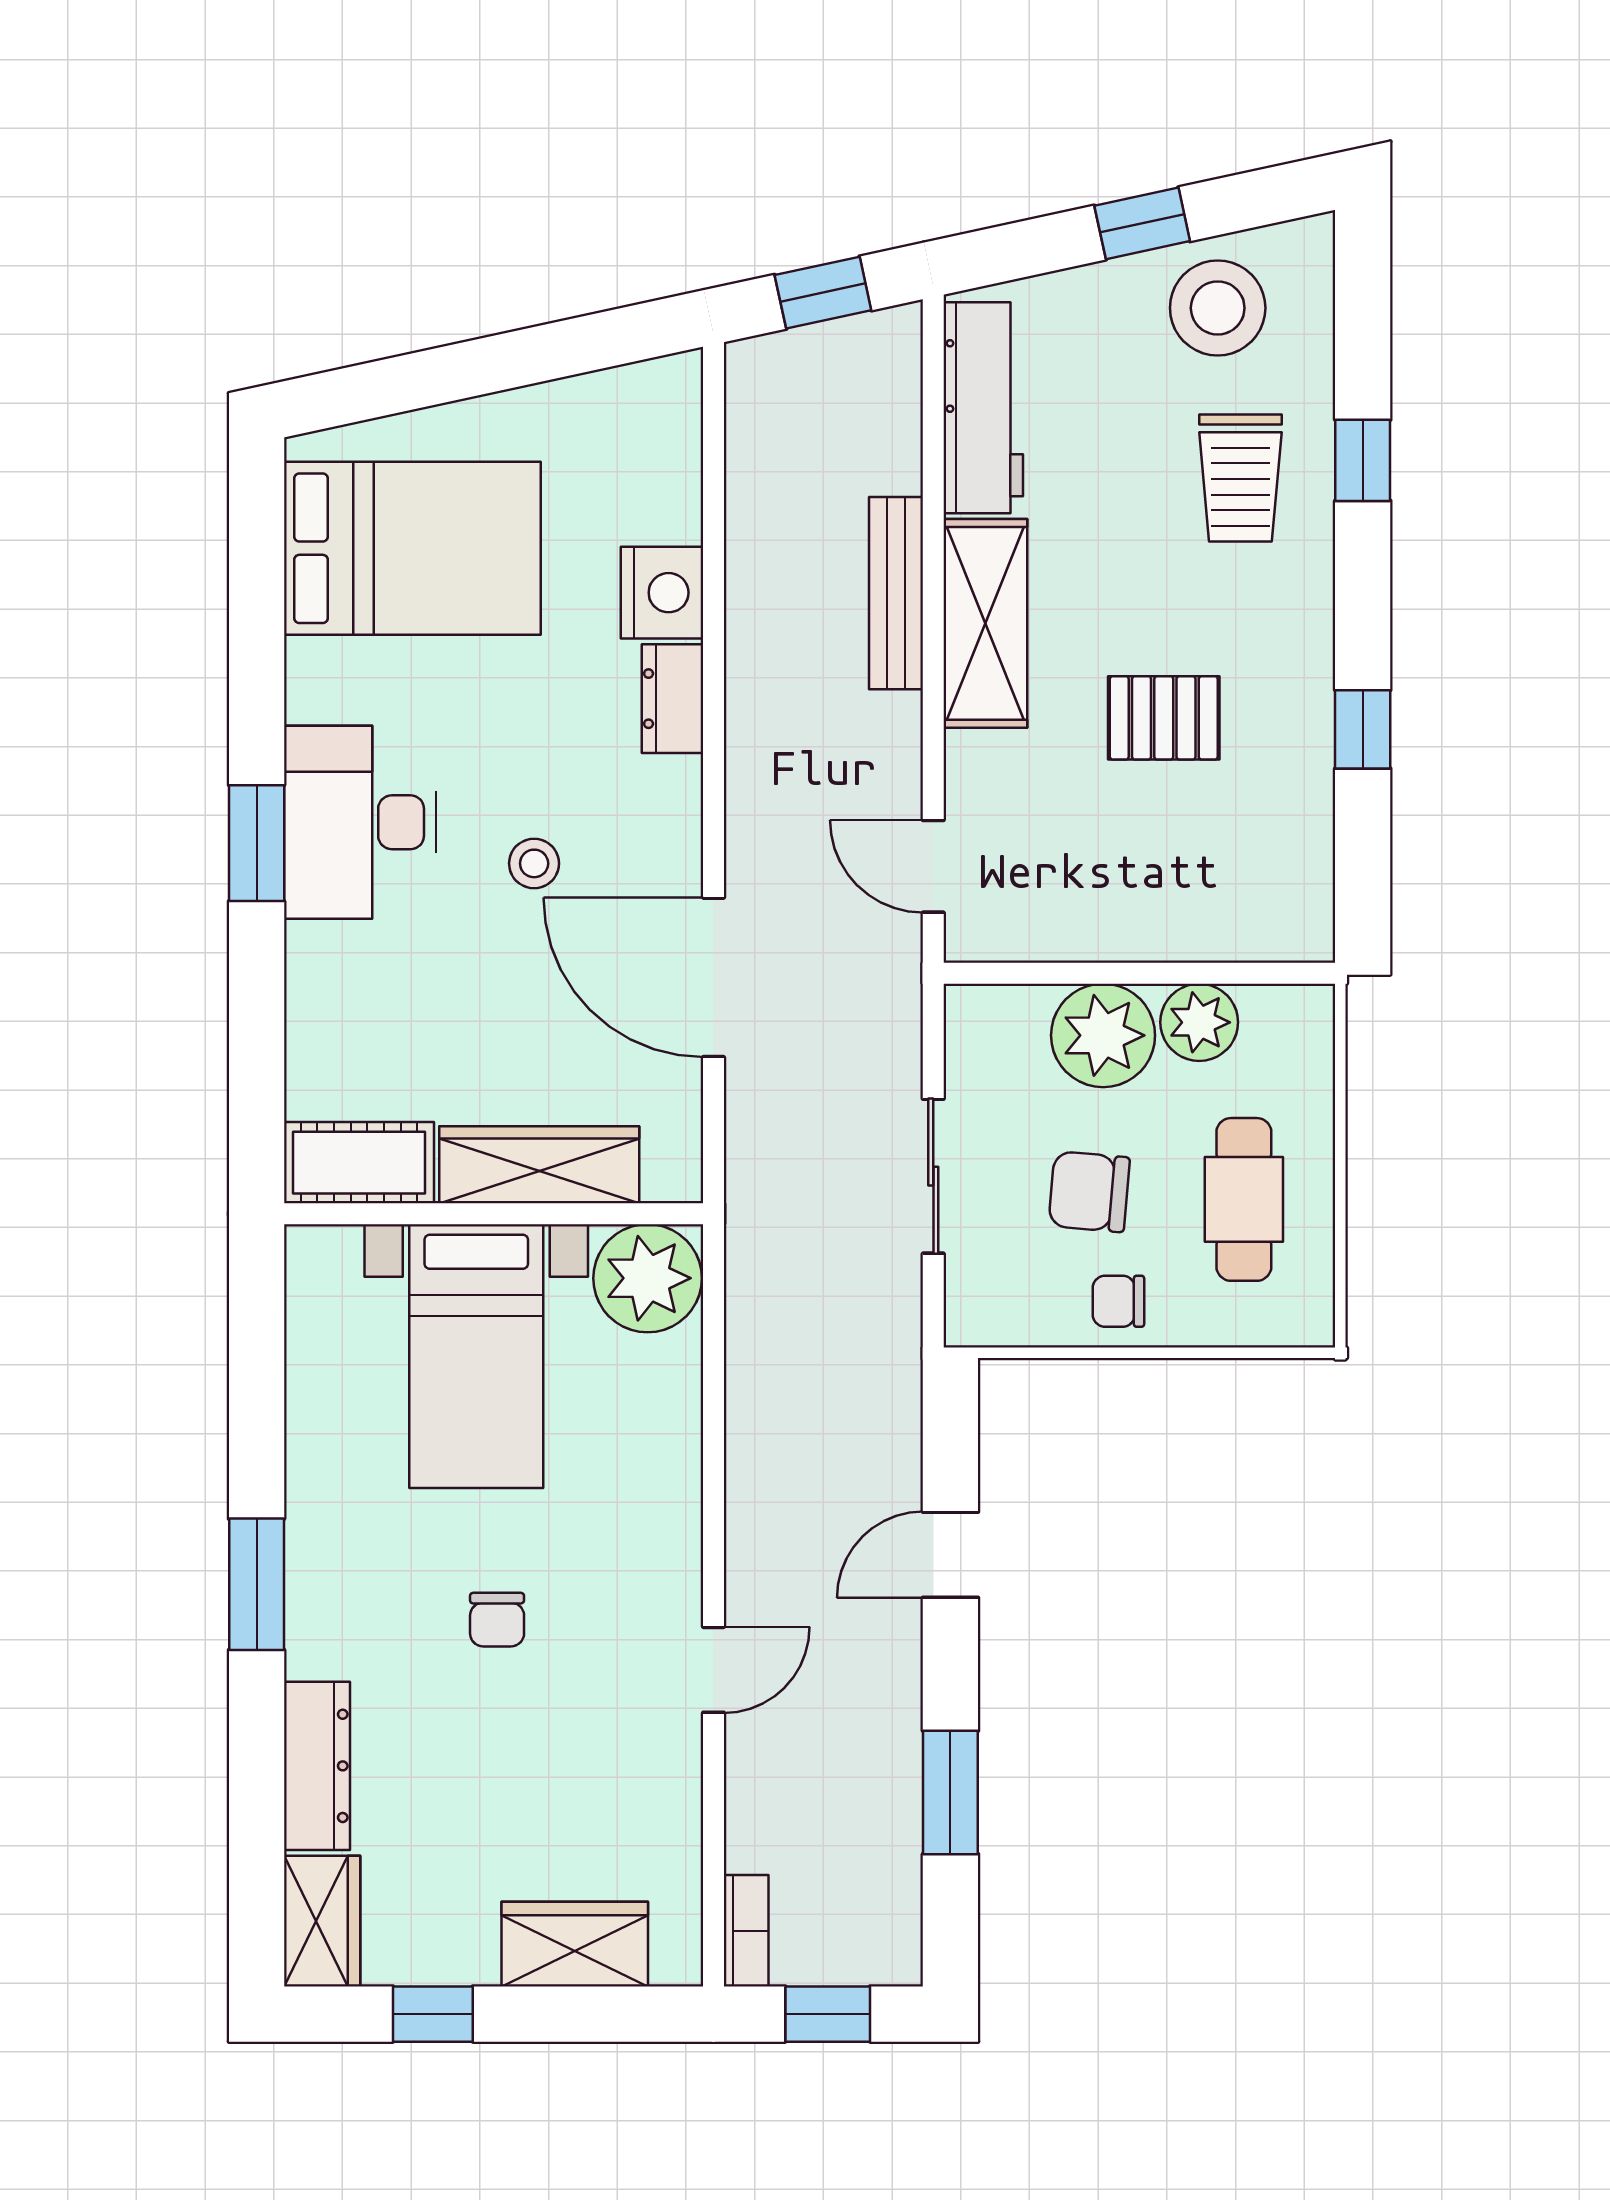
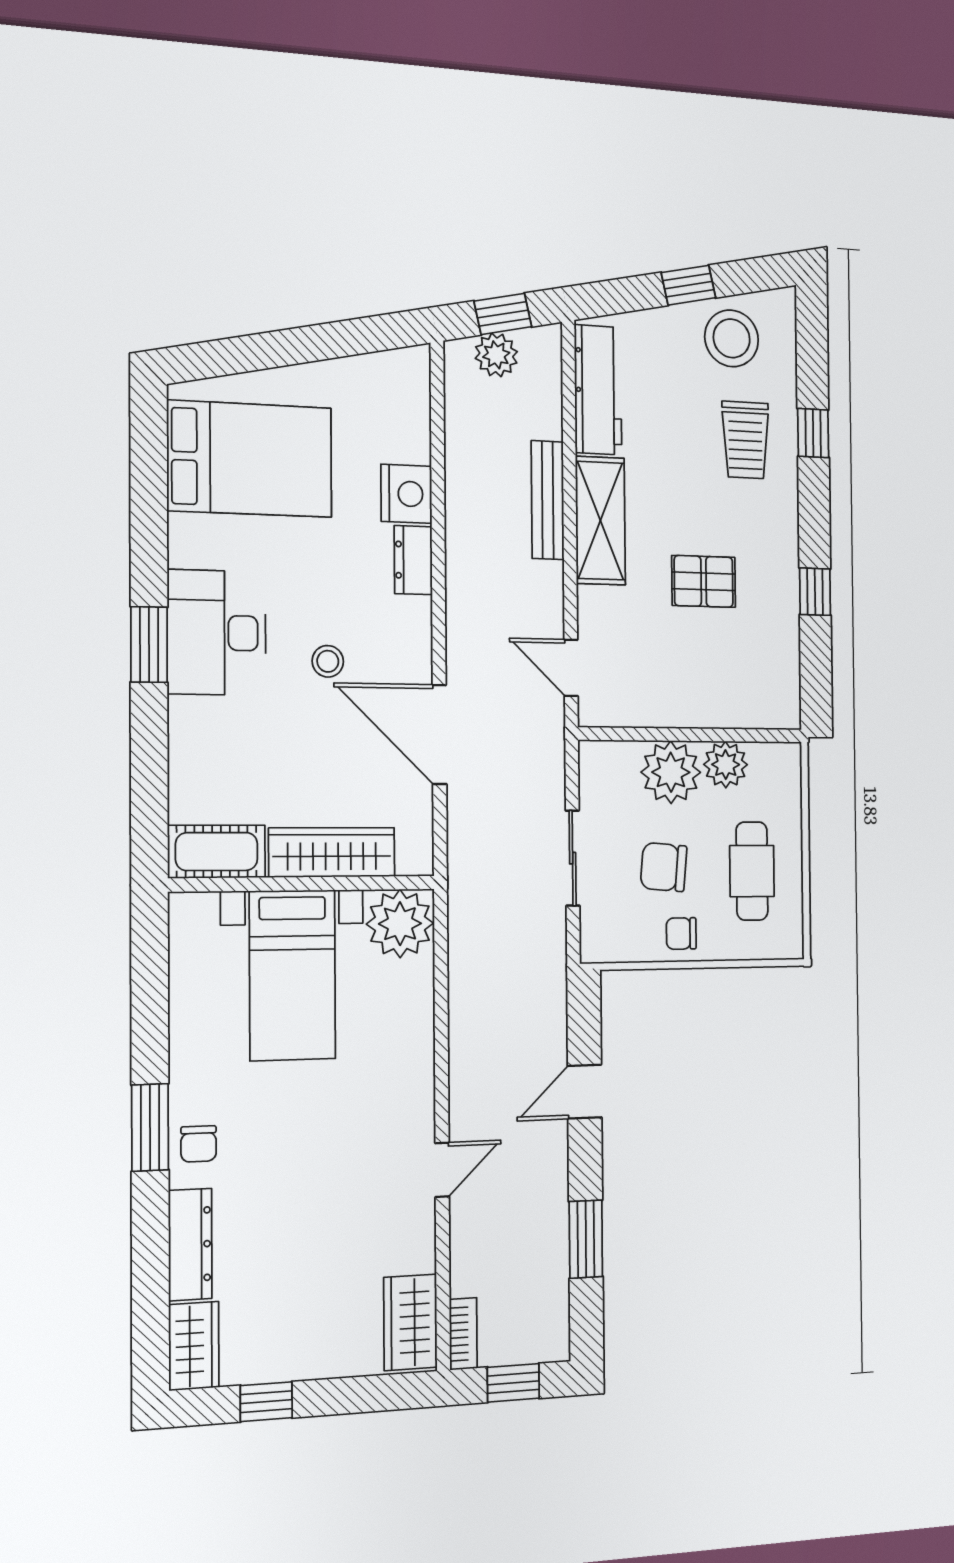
plant: (811, 360) -> (496, 355), added
chair: (497, 1620) -> (199, 1144), moved
wardrobe: (575, 1944) -> (410, 1322), moved, turned -90

